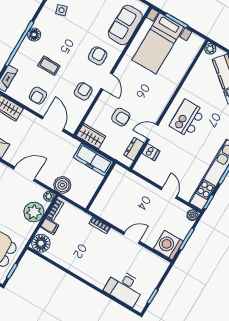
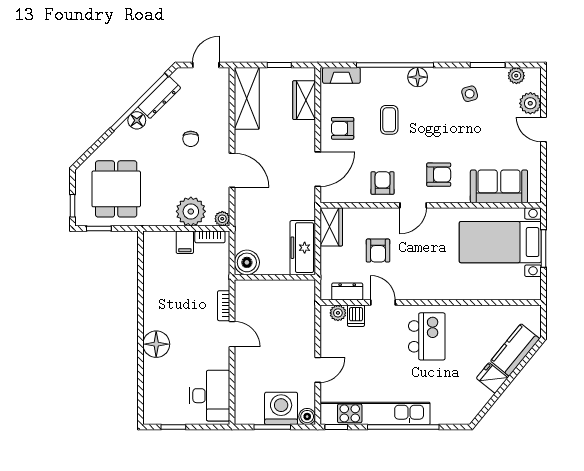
plant: (210, 49) -> (338, 313), moved
armchair: (83, 91) -> (383, 183), turned -90
kitchen island: (187, 118) -> (427, 336), turned 90
boiler: (62, 185) -> (247, 262), moved
door: (132, 238) -> (232, 334), moved
floor lamp: (41, 243) -> (156, 344), moved
washing machine: (168, 245) -> (281, 408), moved
desk: (124, 288) -> (210, 396), moved, turned 180

